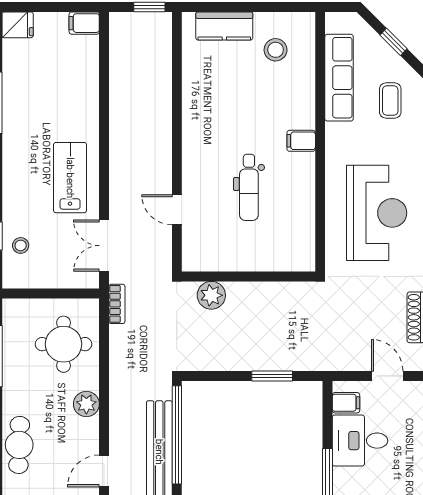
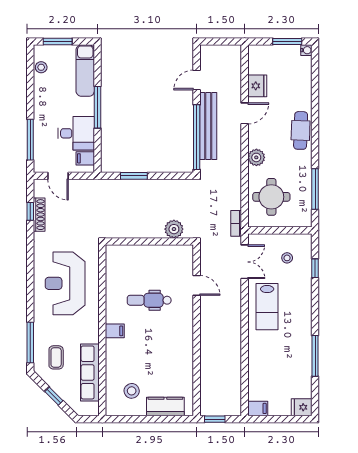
dental chair: (249, 187) -> (149, 300), turned -90
stool: (21, 245) -> (287, 258), moved

